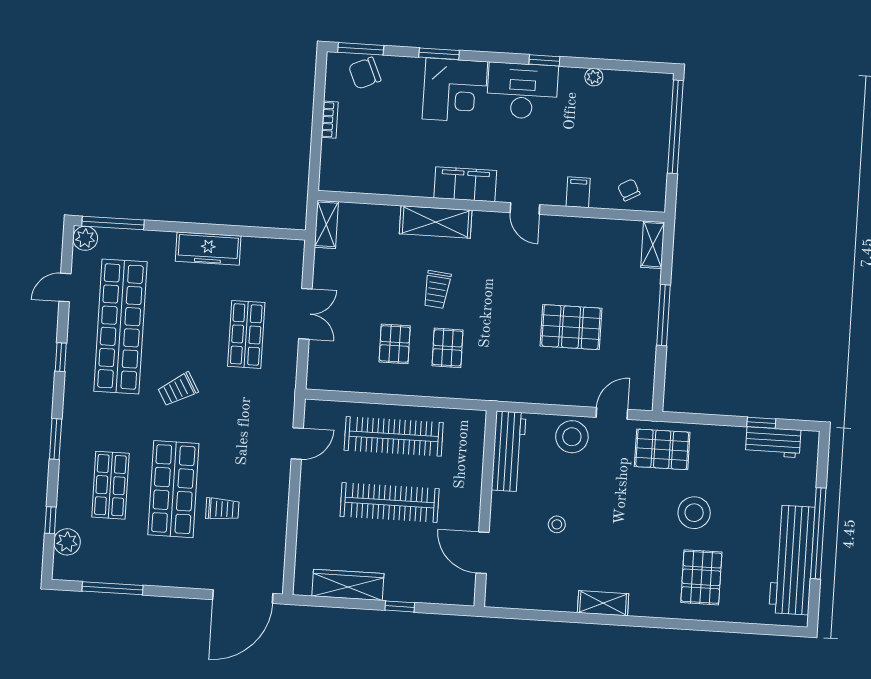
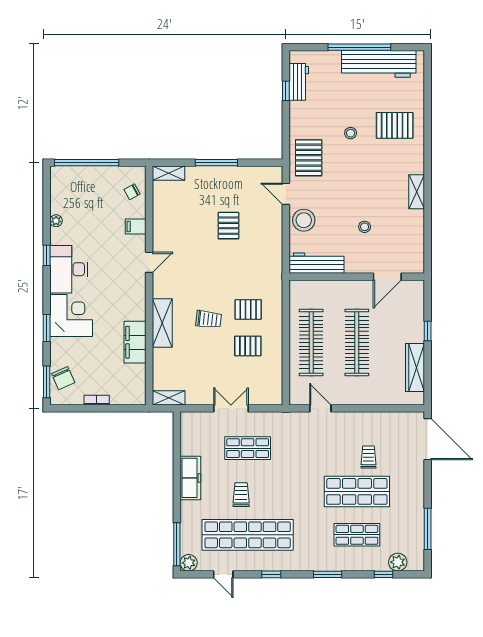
filing cabinet: (465, 184) -> (135, 342), moved
pallet: (571, 327) -> (229, 226), width x0.67, depth x0.71
trolley: (178, 389) -> (241, 495), moved, turned -150
stool: (694, 513) -> (351, 133), width x0.53, depth x0.53

